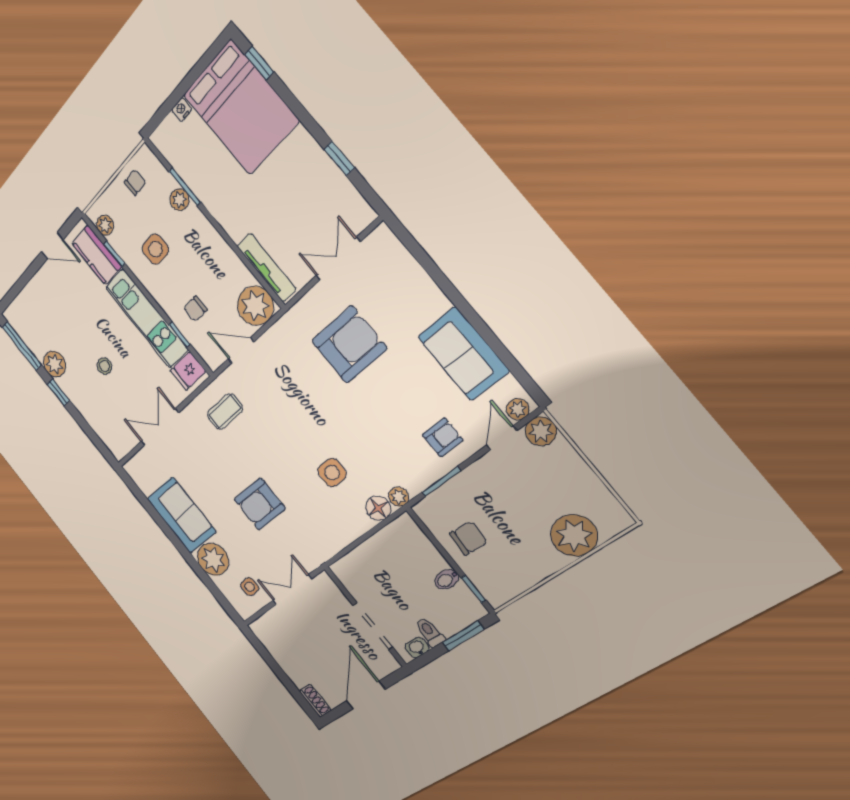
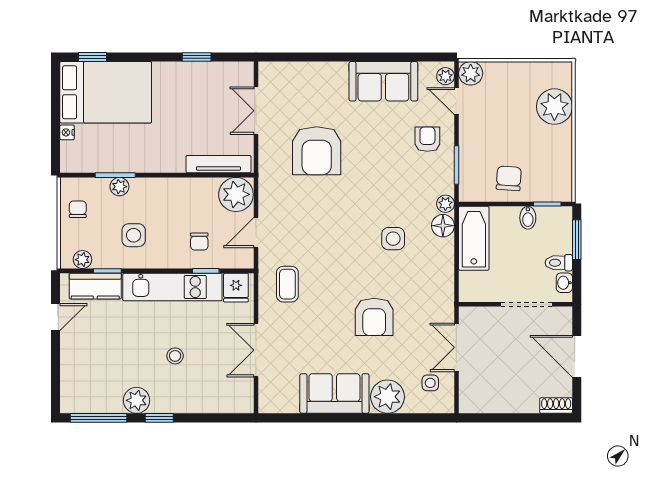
armchair: (349, 345) -> (317, 151), turned 180
bathtub: (390, 543) -> (474, 238), added

